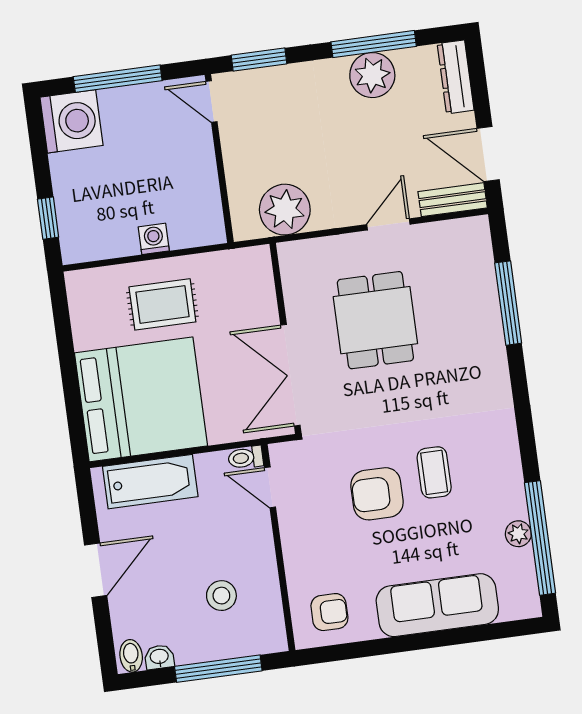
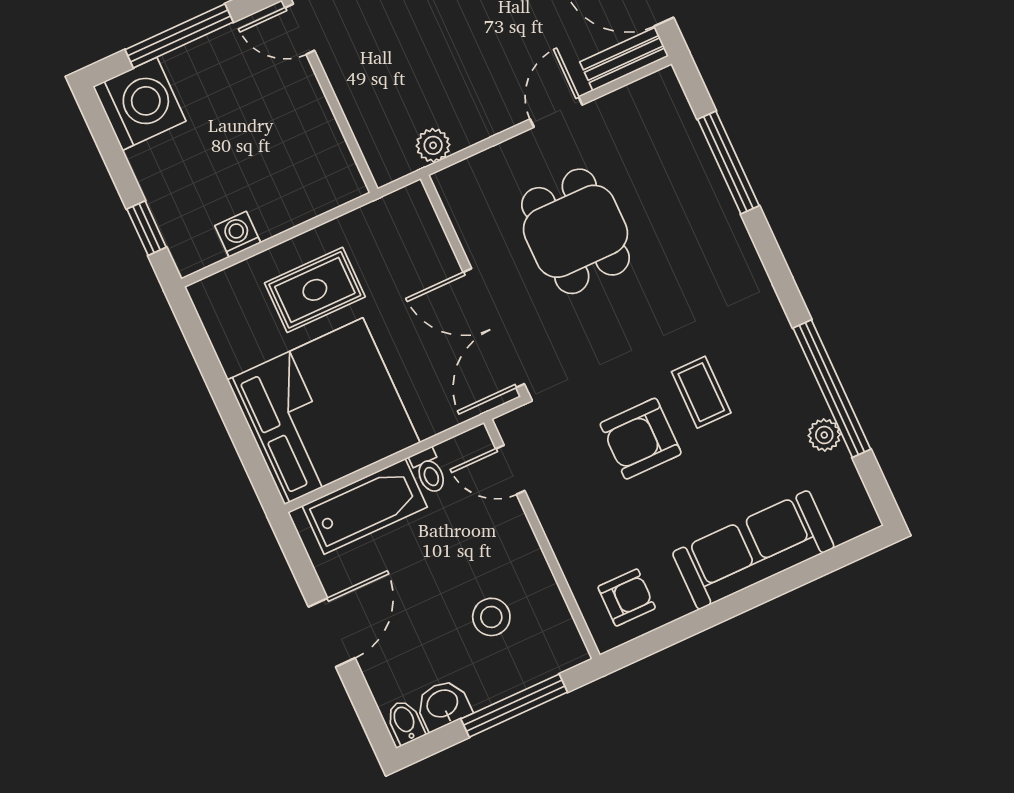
plant: (285, 210) -> (433, 145), width x0.53, depth x0.53
washing machine: (154, 239) -> (238, 234), moved
toilet: (246, 458) -> (429, 471), moved, turned -90
window: (540, 538) -> (832, 389), moved
washbasin: (159, 657) -> (443, 705), width x1.38, depth x1.45

